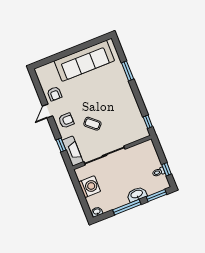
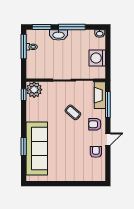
sofa: (84, 61) -> (37, 148), moved, turned 90
plant: (139, 131) -> (34, 90), added
window: (61, 145) -> (108, 105), width x2.17
window: (167, 169) -> (24, 47), width x2.17

